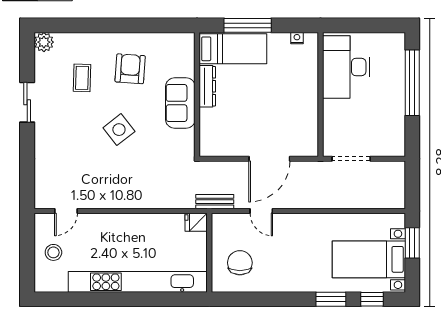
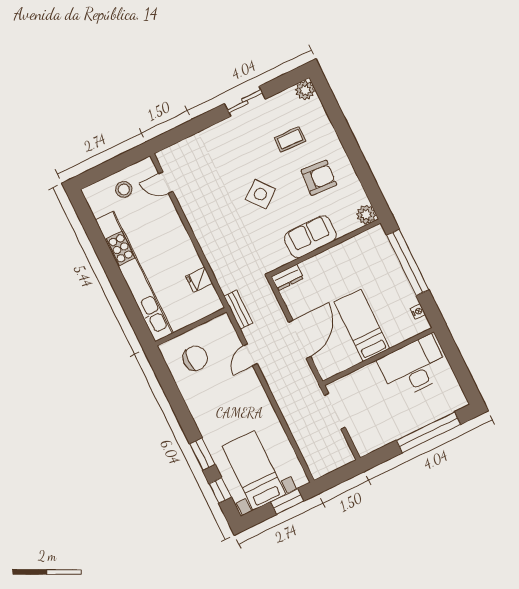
window: (248, 25) -> (408, 262), width x1.46
plant: (185, 42) -> (366, 215), added
bed: (233, 49) -> (362, 325), moved, turned 180
dresser: (207, 86) -> (287, 277), moved, width x0.70
door: (269, 159) -> (300, 339), swing flipped
fridge: (196, 222) -> (199, 280), moved, turned -90

